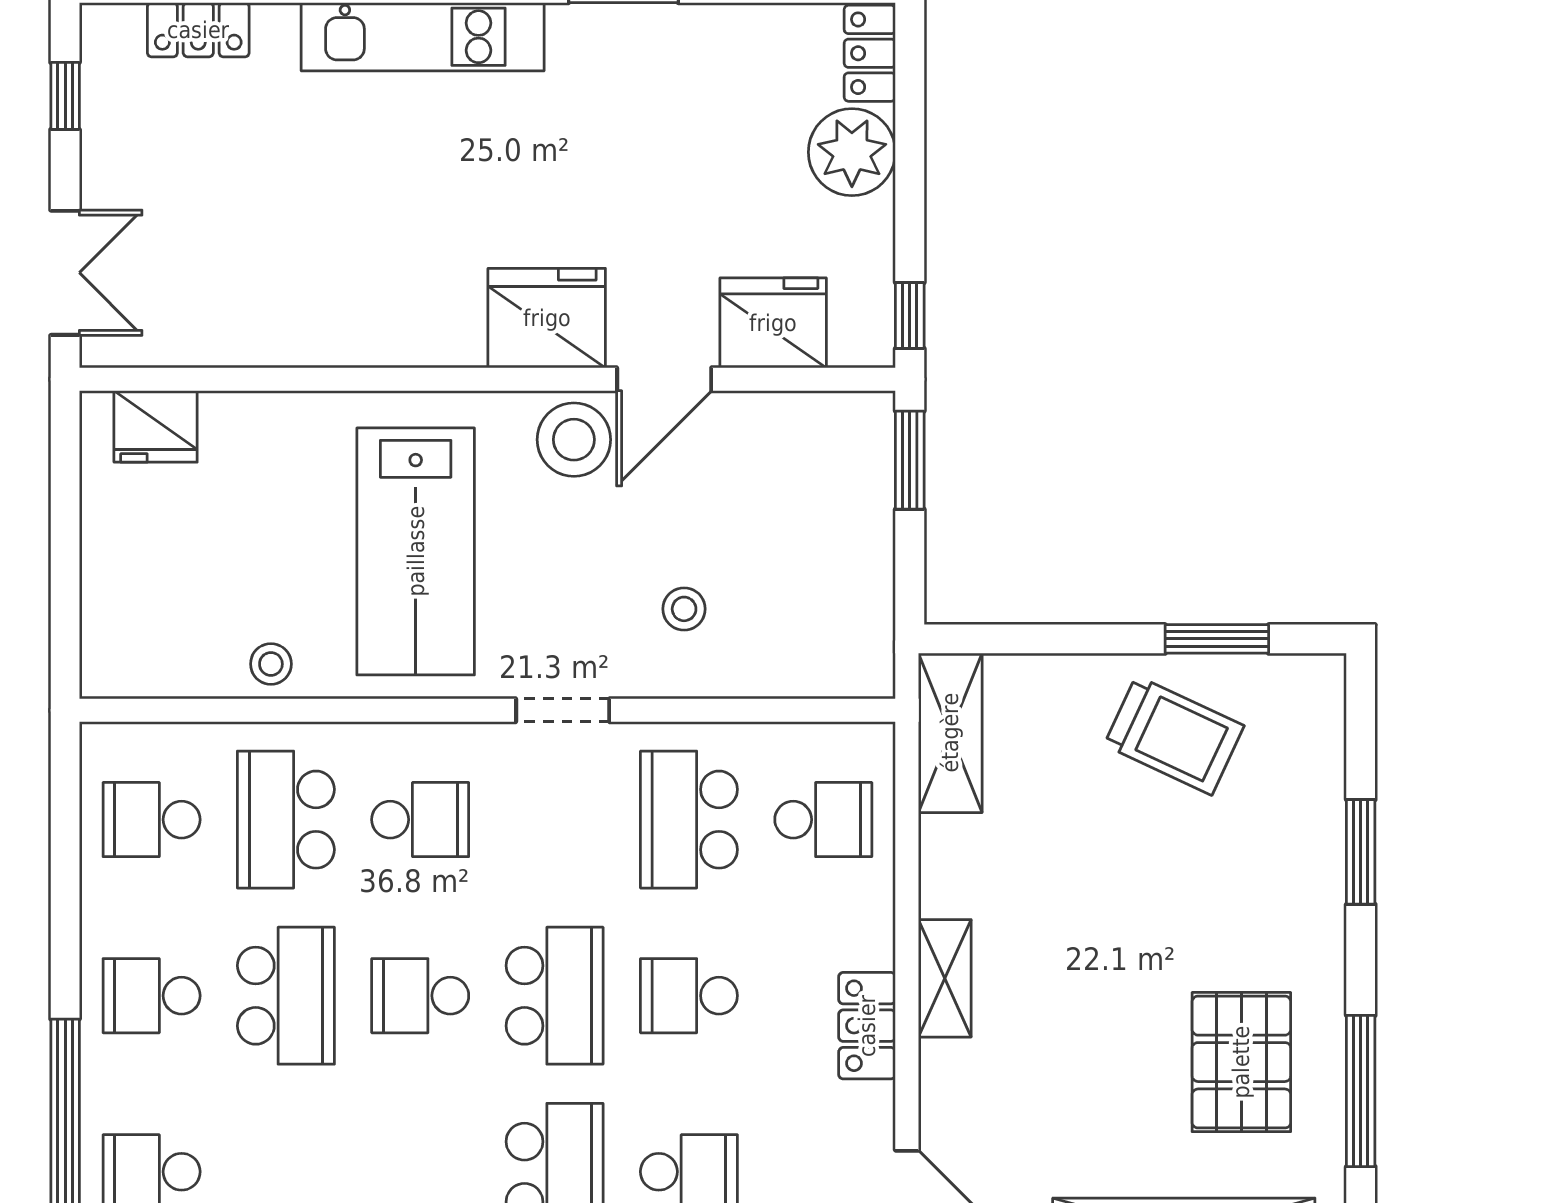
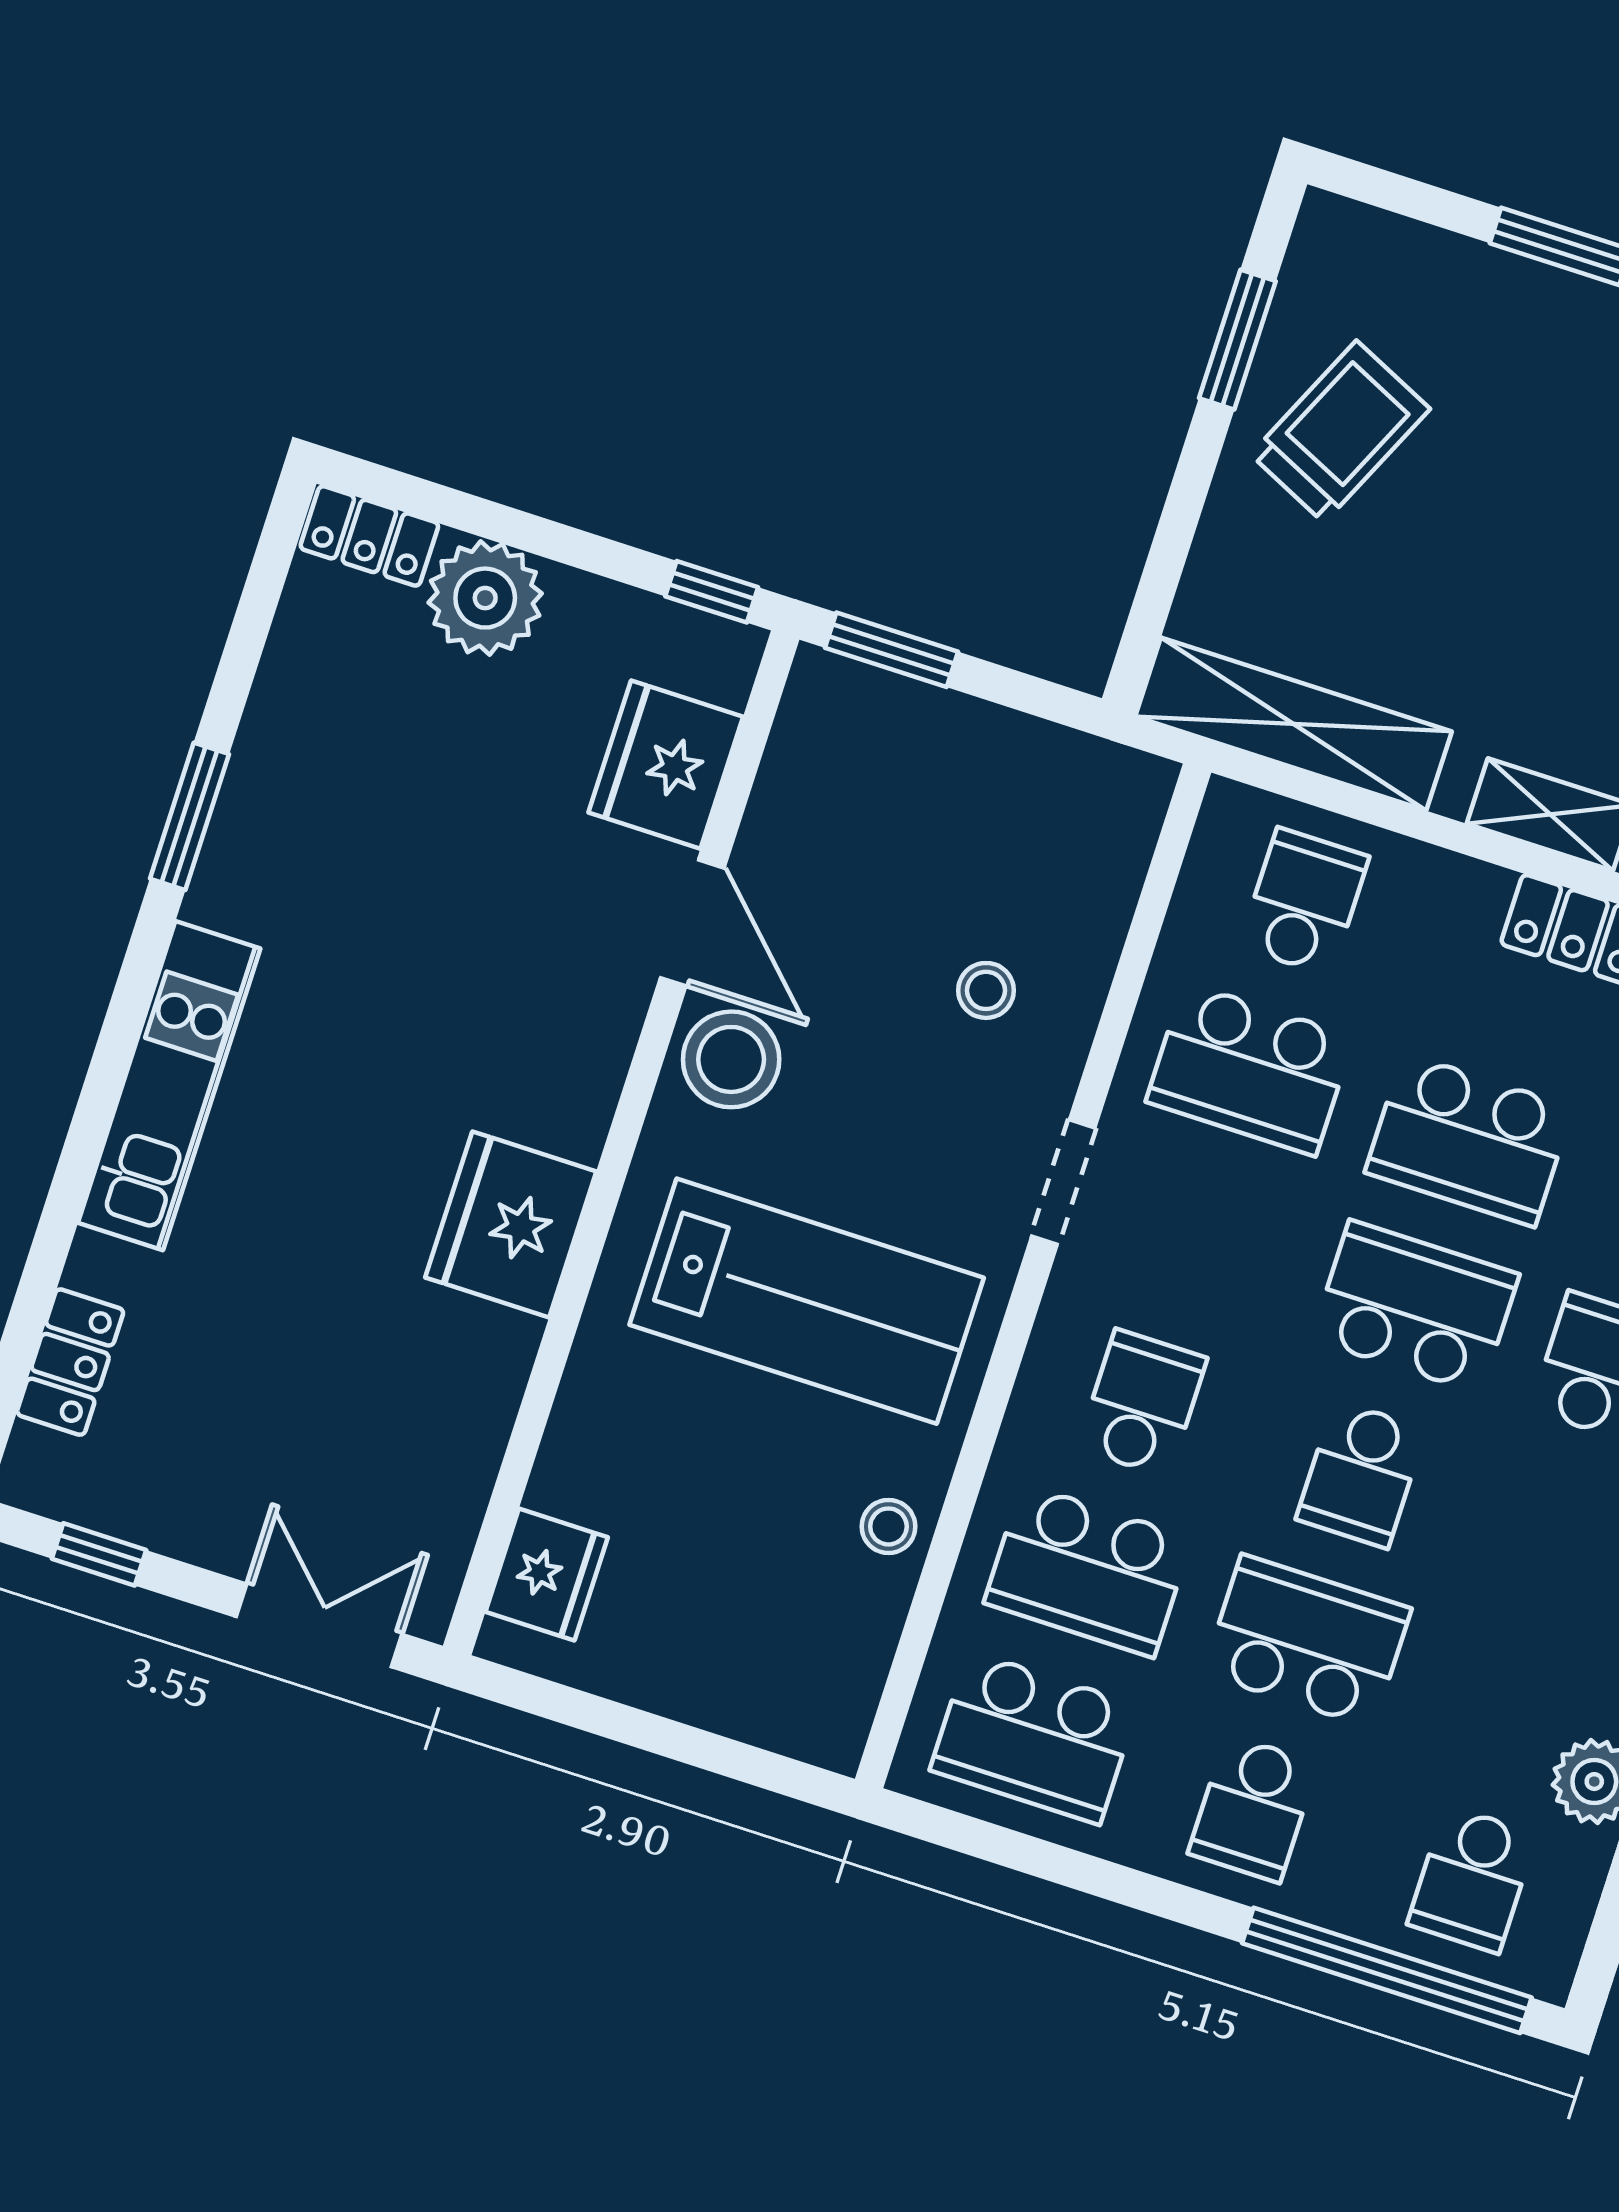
fridge: (547, 318) -> (511, 1224), moved
shelving: (950, 733) -> (1294, 724), width x1.47
school desk: (152, 820) -> (1034, 1738), width x1.85
school desk: (689, 996) -> (1469, 1140), width x1.85

